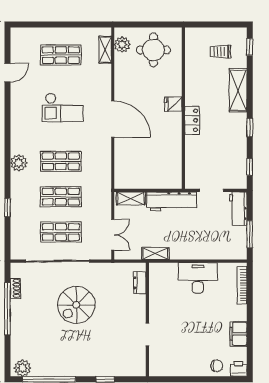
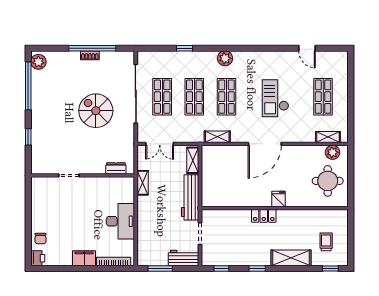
shelving: (105, 171) -> (217, 137), added
shoe rack: (15, 288) -> (90, 55), moved
filing cabinet: (238, 334) -> (84, 258), moved

